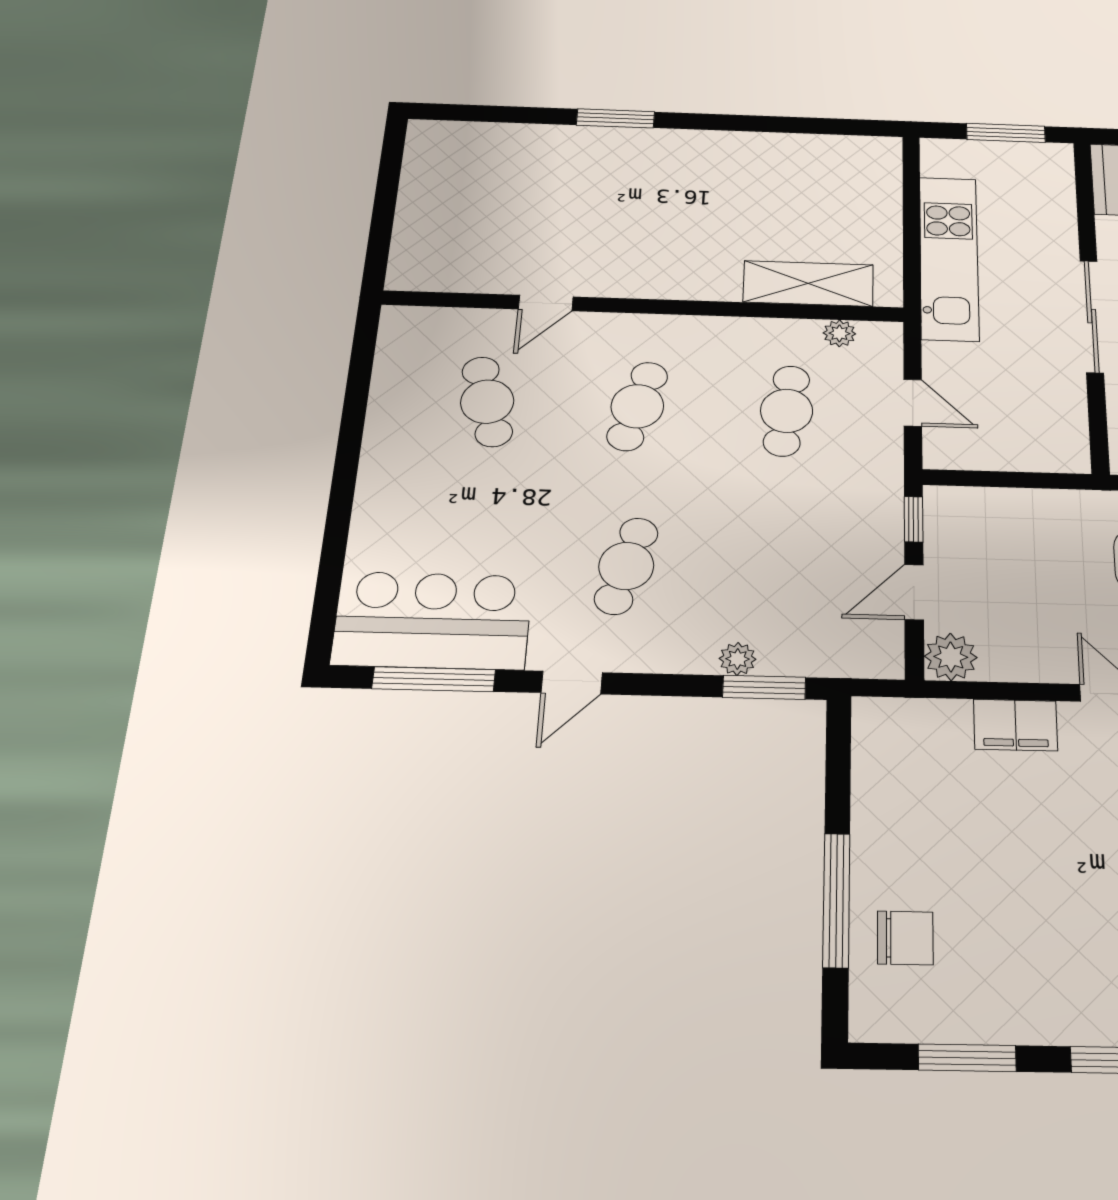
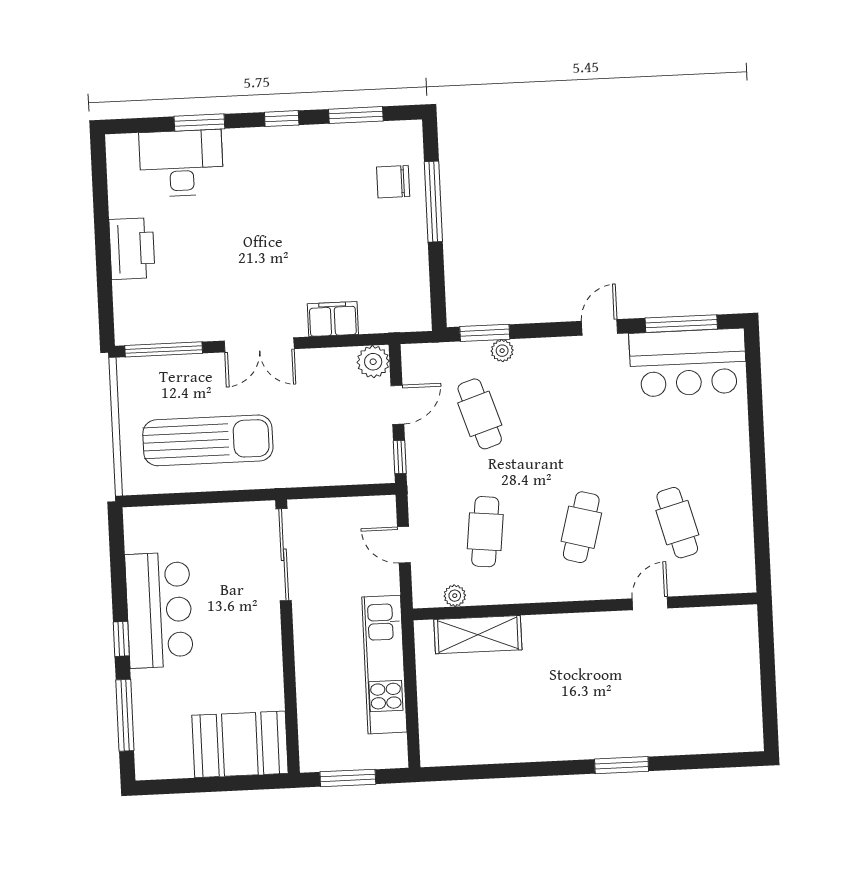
sliding door: (1092, 316) -> (284, 555), moved
cafe table: (626, 566) -> (480, 414), moved, turned -33

